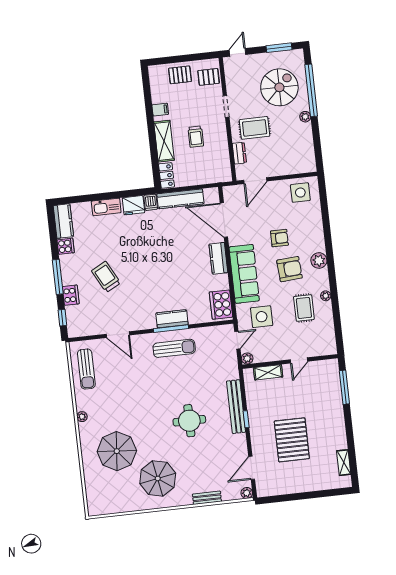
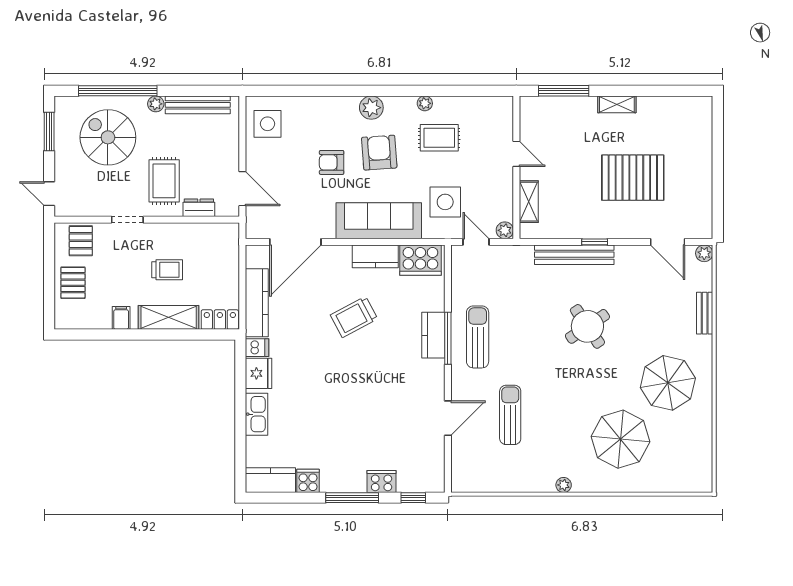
bench: (308, 145) -> (198, 105), added
armchair: (279, 238) -> (332, 162), turned -90
kitchen counter: (218, 258) -> (375, 256), moved
trolley: (106, 277) -> (354, 317), moved
sun lounger: (86, 369) -> (510, 415), moved, turned -90
round table: (189, 421) -> (587, 326), turned -34
shelving: (344, 463) -> (617, 104), moved

